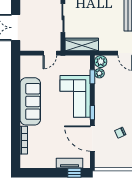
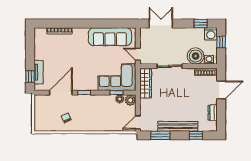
corner sofa: (75, 96) -> (117, 77), moved
sofa: (30, 101) -> (110, 37), moved

